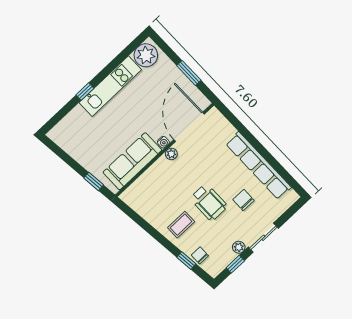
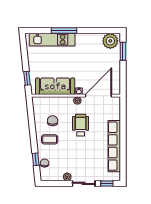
window: (189, 73) -> (123, 51), moved
kitchen unit: (110, 86) -> (52, 40), moved
window: (85, 92) -> (64, 31), width x2.17
chair: (244, 200) -> (53, 121), moved
wheelchair: (209, 202) -> (81, 125), moved, turned 180
window: (235, 264) -> (107, 183), moved

